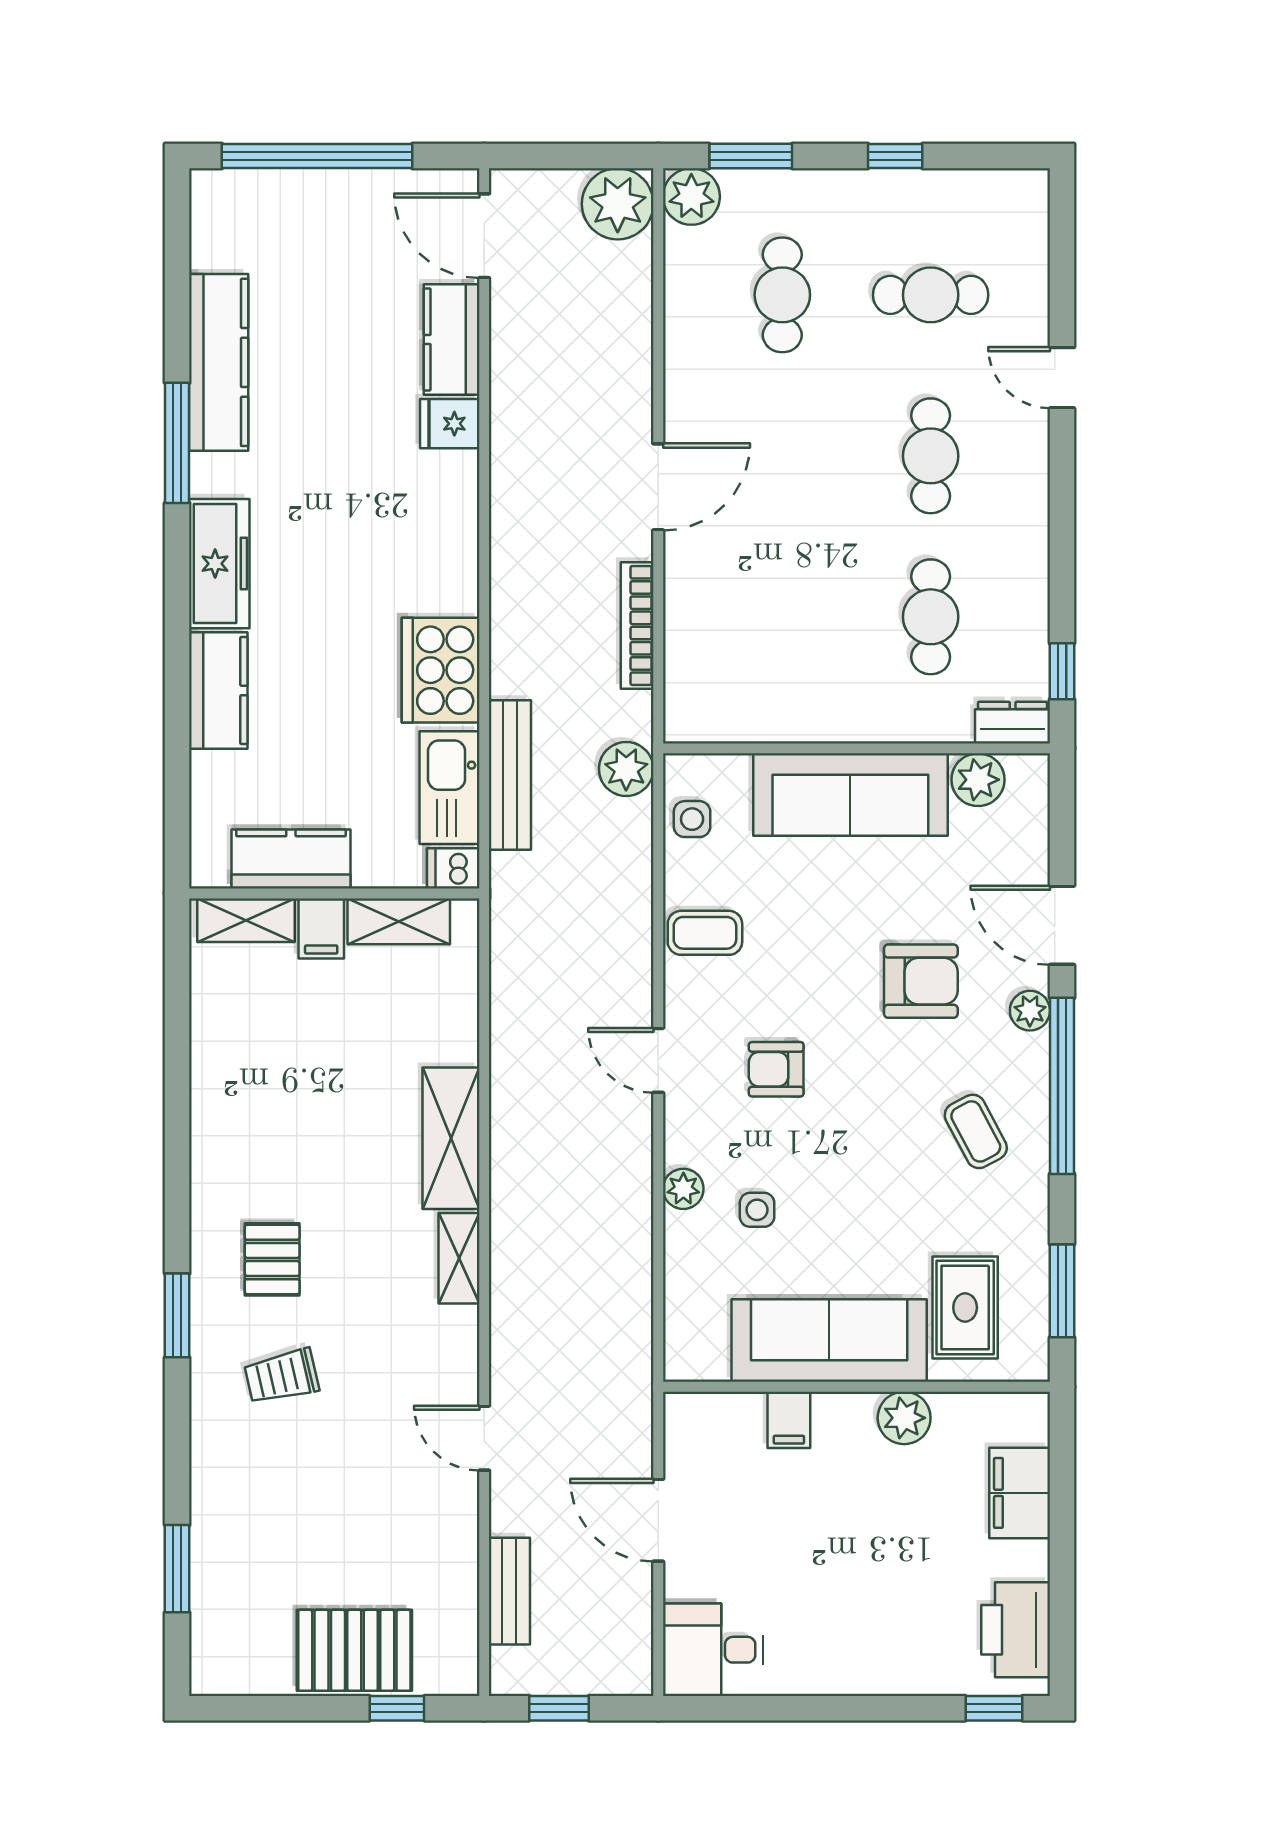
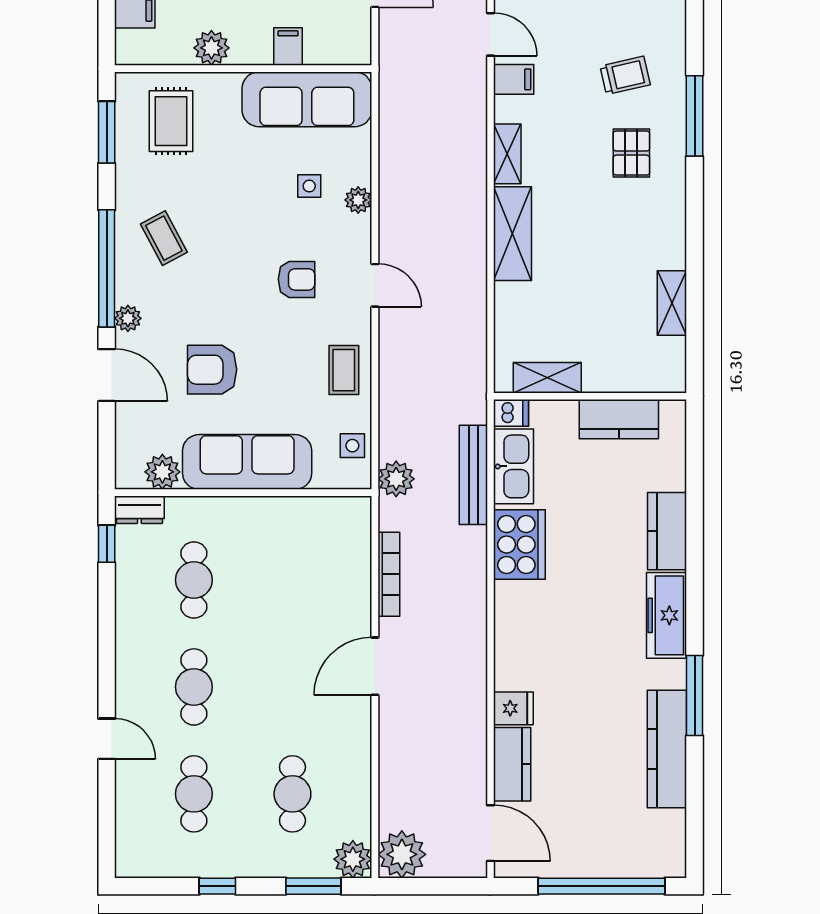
cafe table: (931, 295) -> (194, 794), turned 90
shelving: (246, 920) -> (672, 303), moved, turned 90
filing cabinet: (321, 928) -> (514, 79), moved, turned 90
coffee table: (705, 933) -> (344, 370), turned 90
armchair: (921, 981) -> (212, 370), moved
window: (177, 1315) -> (695, 116), width x1.44
sofa: (829, 1340) -> (307, 99), moved

